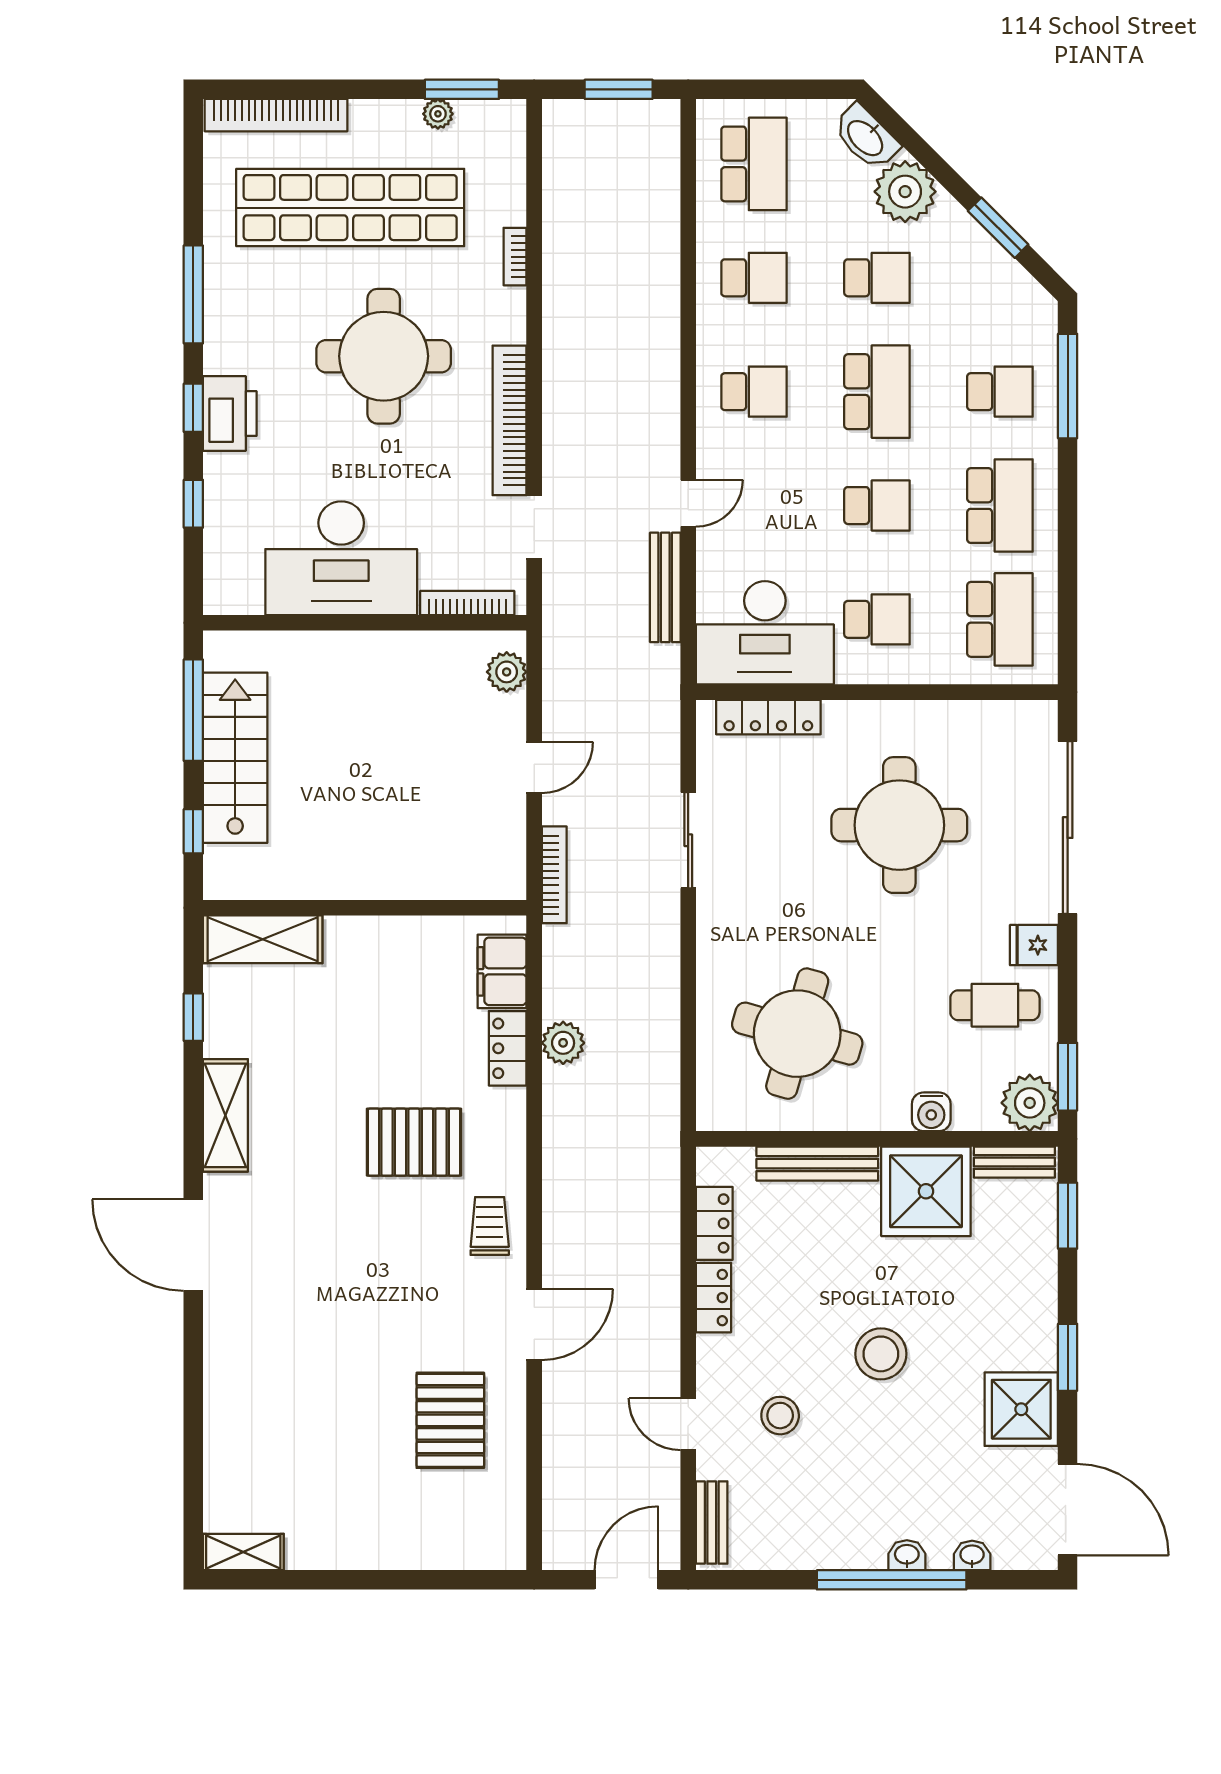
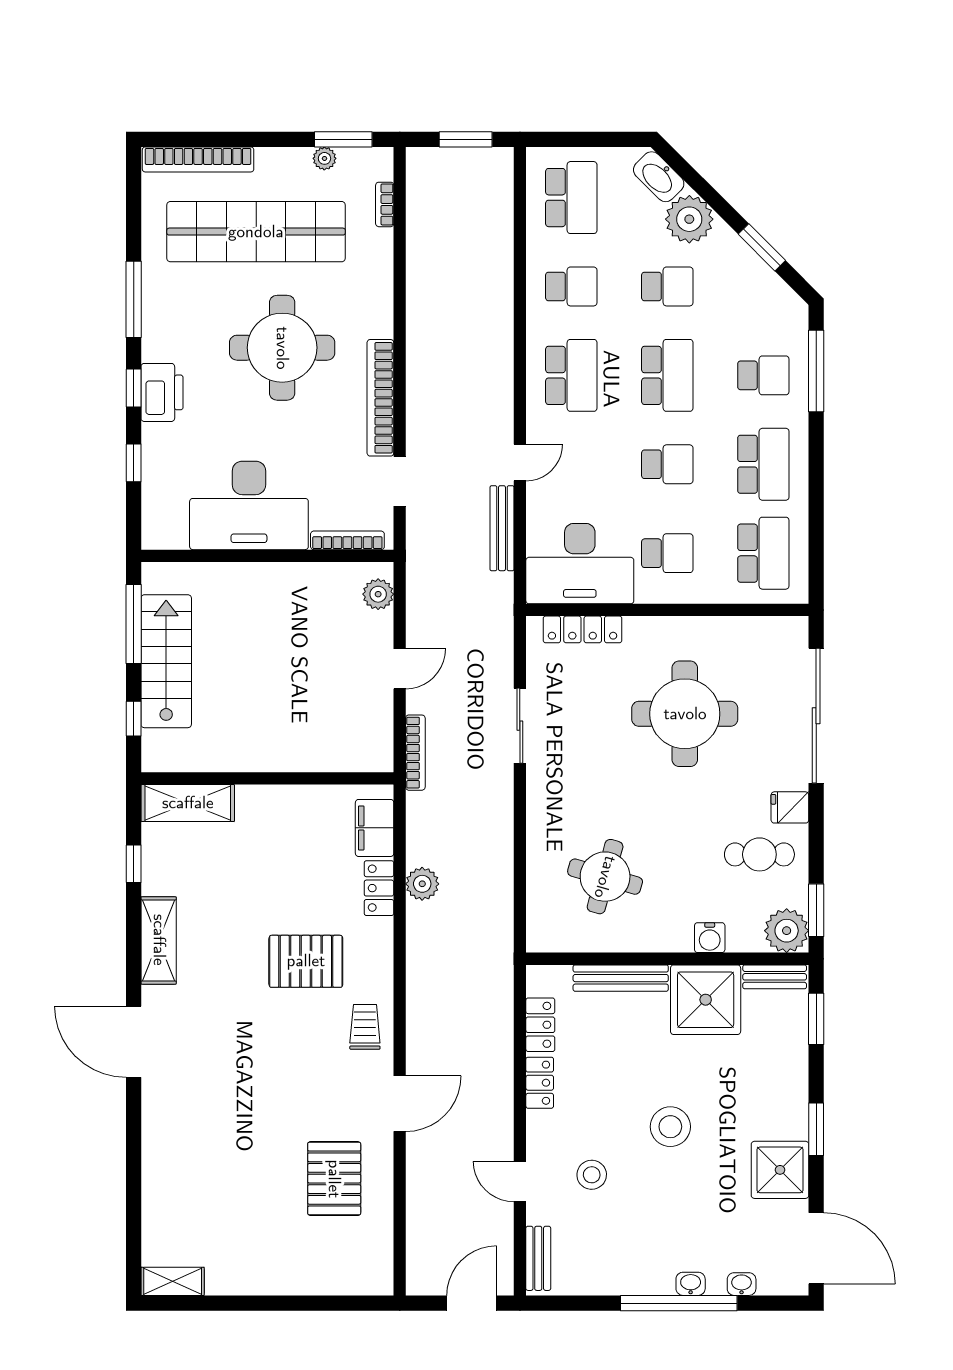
bookcase: (515, 257) -> (385, 204), moved
school desk: (754, 392) -> (571, 375), width x1.85
round table: (797, 1034) -> (605, 877), width x0.73, depth x0.73

